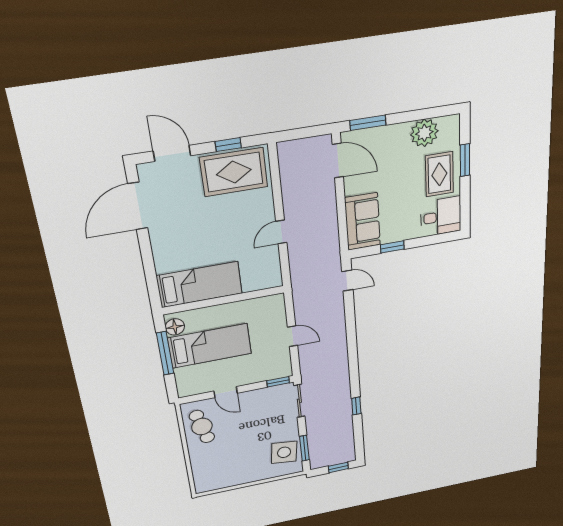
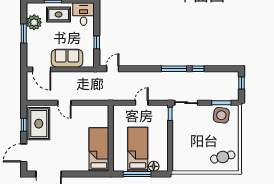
window: (368, 123) -> (24, 34), moved
door: (338, 161) -> (42, 69), swing flipped
sofa: (363, 222) -> (67, 58), moved
door: (281, 232) -> (64, 103), moved
floor lamp: (175, 327) -> (154, 166), moved
window: (354, 373) -> (174, 69), added
door: (226, 392) -> (170, 144), removed
cafe table: (202, 427) -> (223, 157), moved

